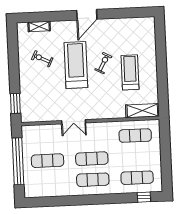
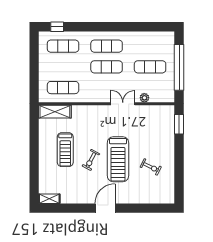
shelving: (39, 26) -> (49, 199), moved
plant: (52, 129) -> (144, 98), added

